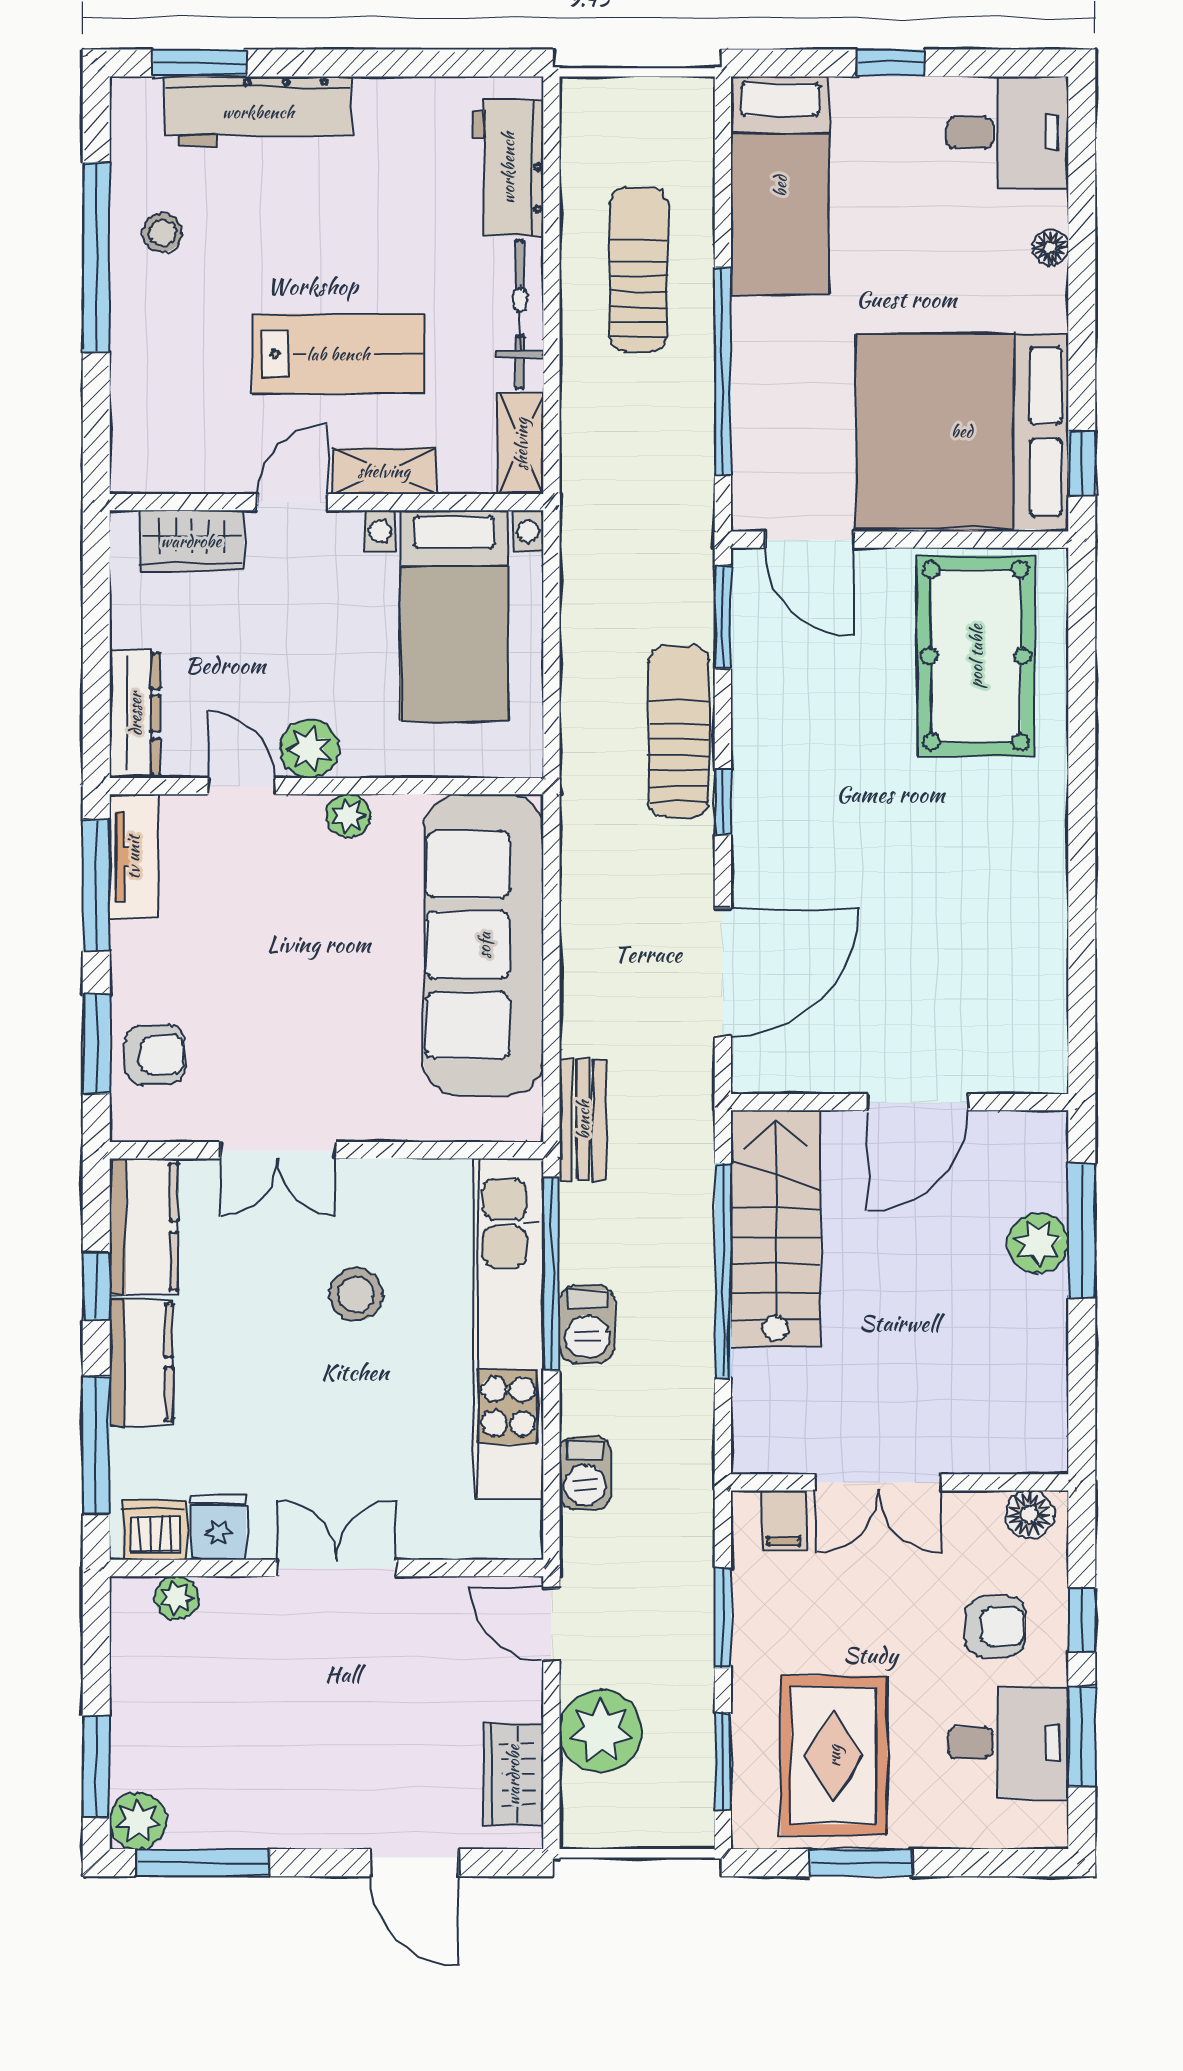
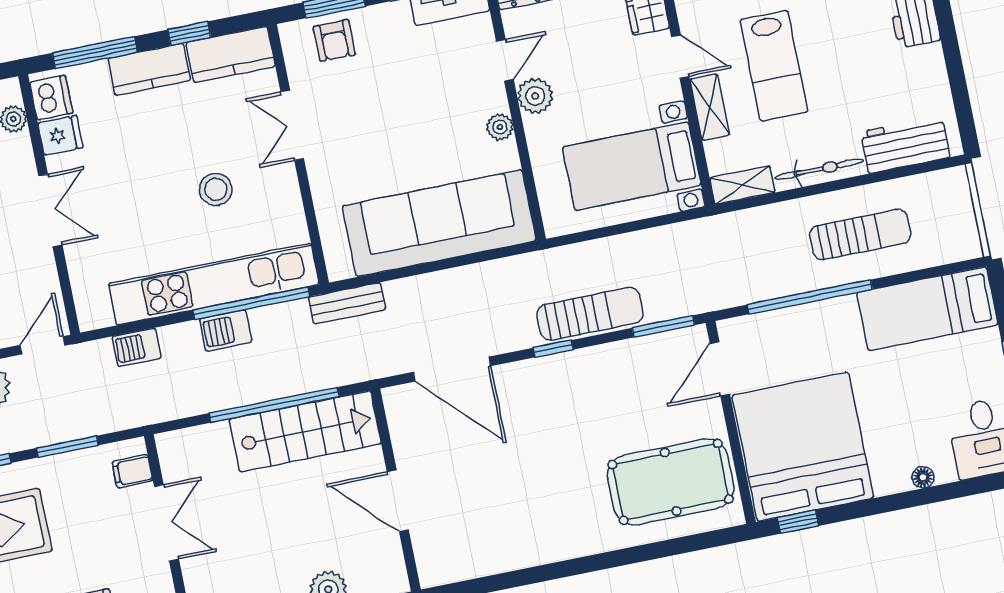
double door: (878, 1482) -> (166, 523), swing flipped

